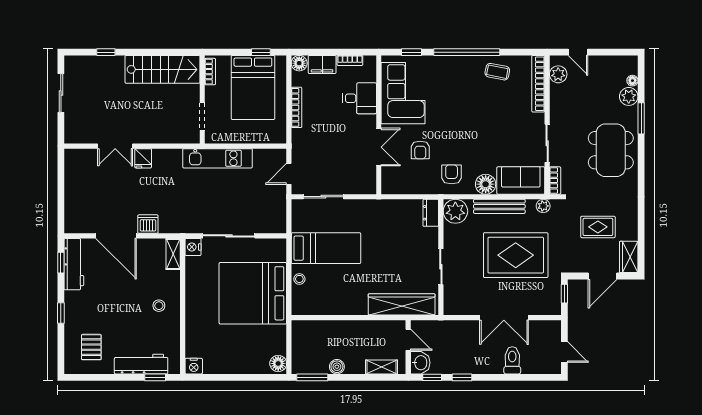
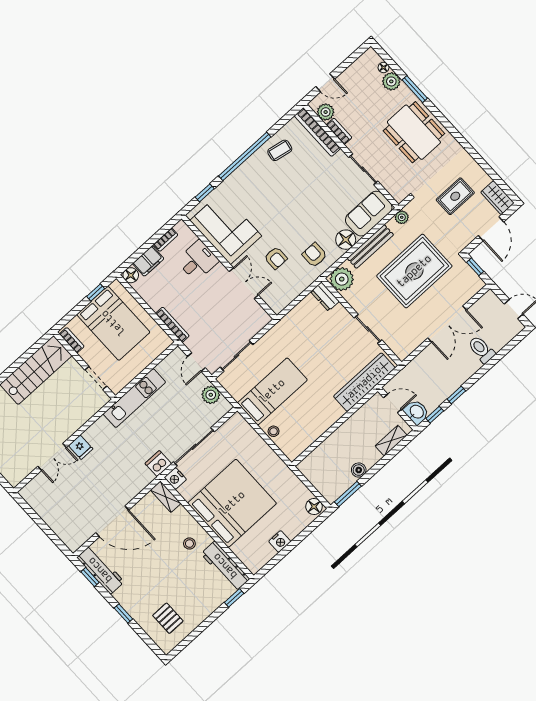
bookcase: (297, 107) -> (172, 325), moved
bookcase: (555, 180) -> (339, 131), moved
plant: (277, 208) -> (211, 395), added
dishwasher: (148, 224) -> (158, 464), moved
bed: (253, 293) -> (232, 503), moved, turned 180
workbench: (141, 364) -> (225, 566), moved, turned -90
nightstand: (194, 366) -> (280, 541), moved

